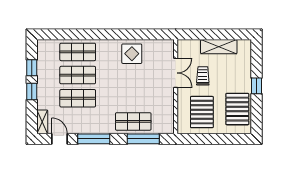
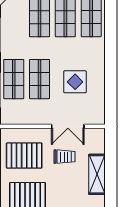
display table: (132, 54) -> (75, 82), moved
shop shelf: (133, 98) -> (40, 79), added

